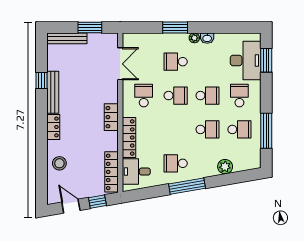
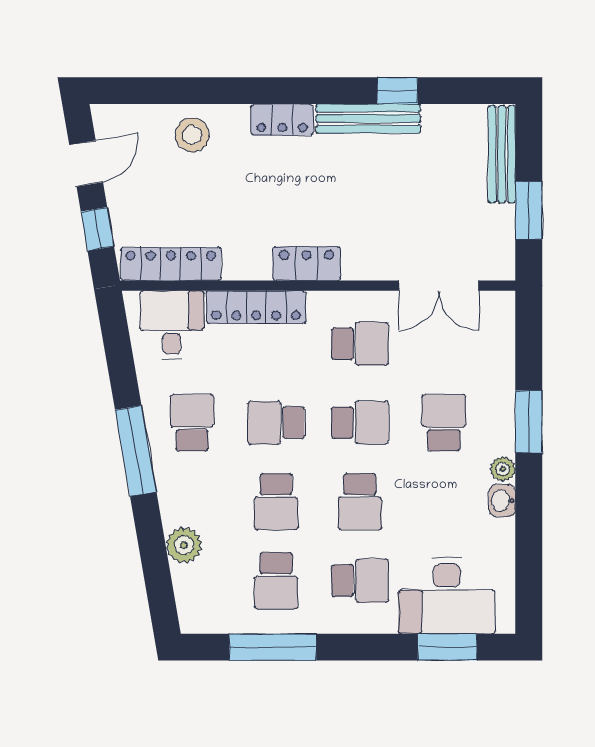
school desk: (176, 96) -> (360, 423), turned -90
school desk: (176, 129) -> (276, 423), added

